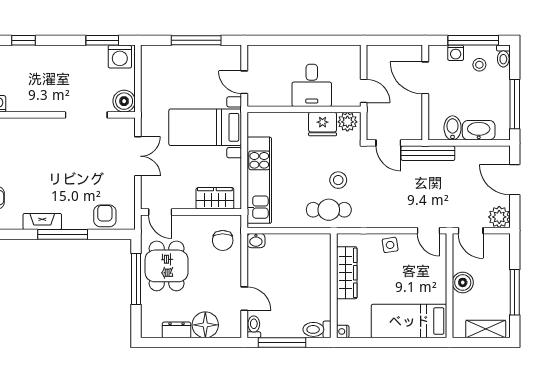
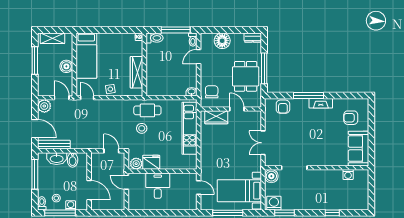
bed with nightstands: (205, 127) -> (239, 191), moved, turned 180
bench: (428, 153) -> (54, 145), moved
door: (160, 212) -> (237, 109), moved
door: (244, 299) -> (199, 57), hinge flipped
bed: (409, 321) -> (86, 56), moved, turned 90
dresser: (177, 330) -> (253, 38), moved

